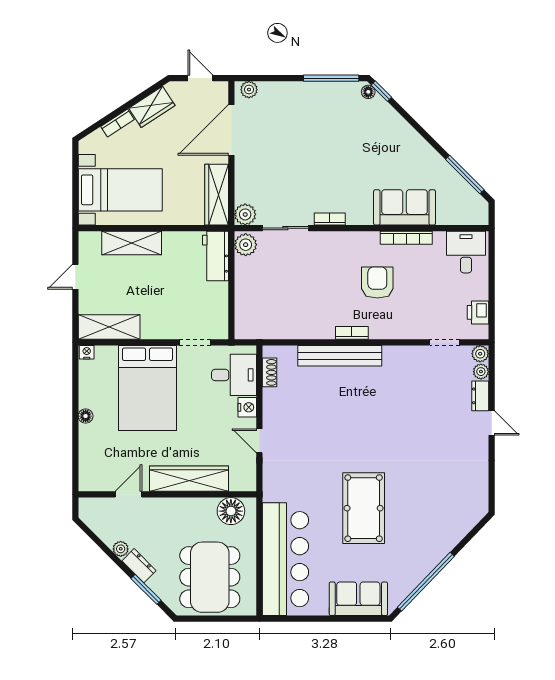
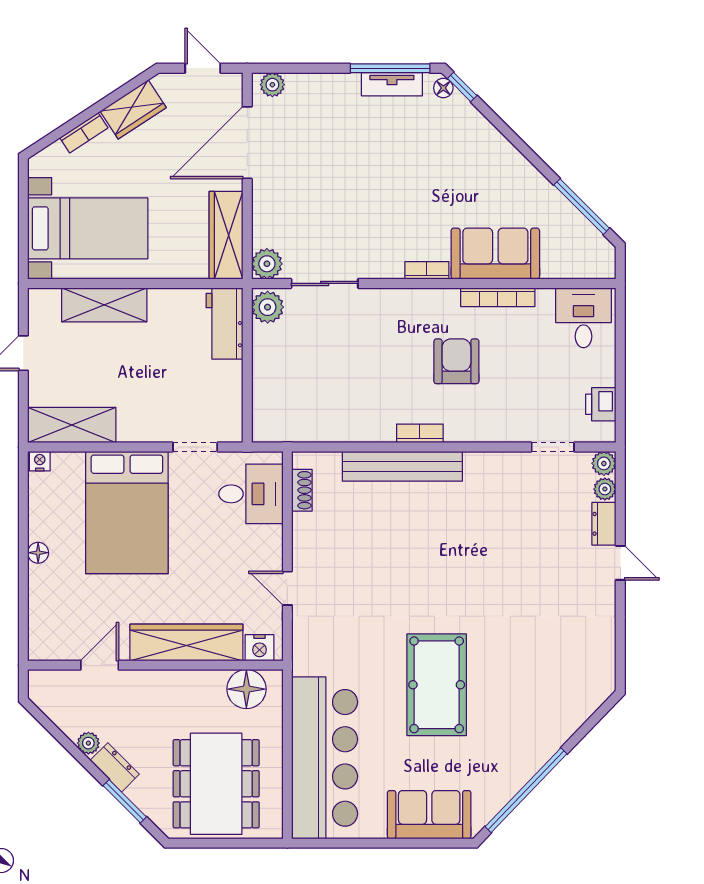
tv unit: (332, 89) -> (392, 84), added
bookcase: (330, 219) -> (427, 270), moved
nightstand: (247, 407) -> (259, 648), moved, turned 90

